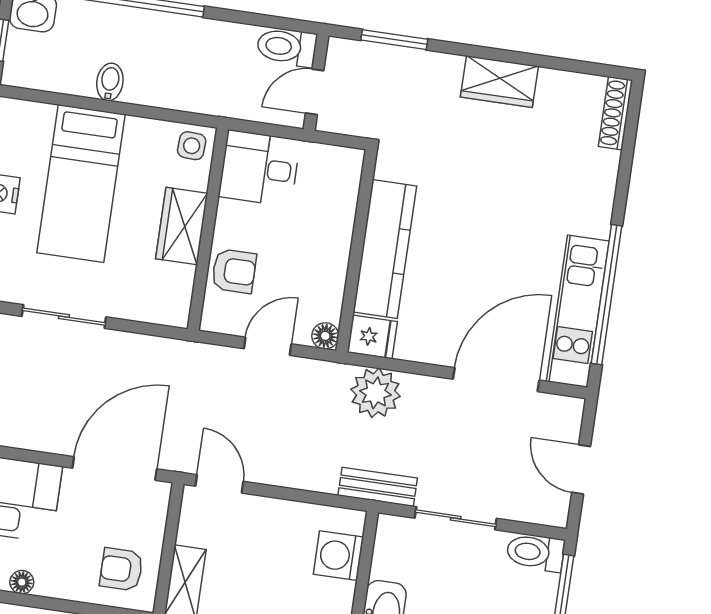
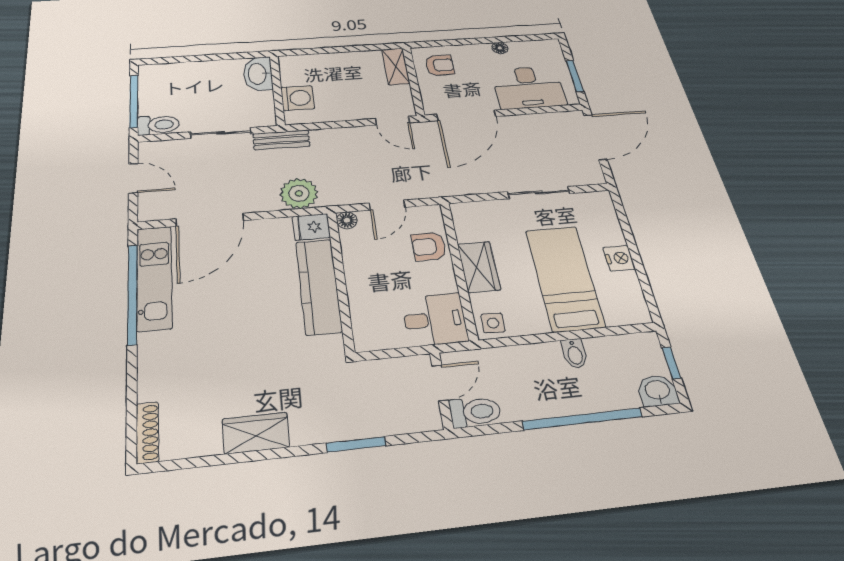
toilet: (287, 47) -> (475, 412), moved
wall: (316, 82) -> (442, 390), moved
door: (315, 92) -> (440, 383), moved

